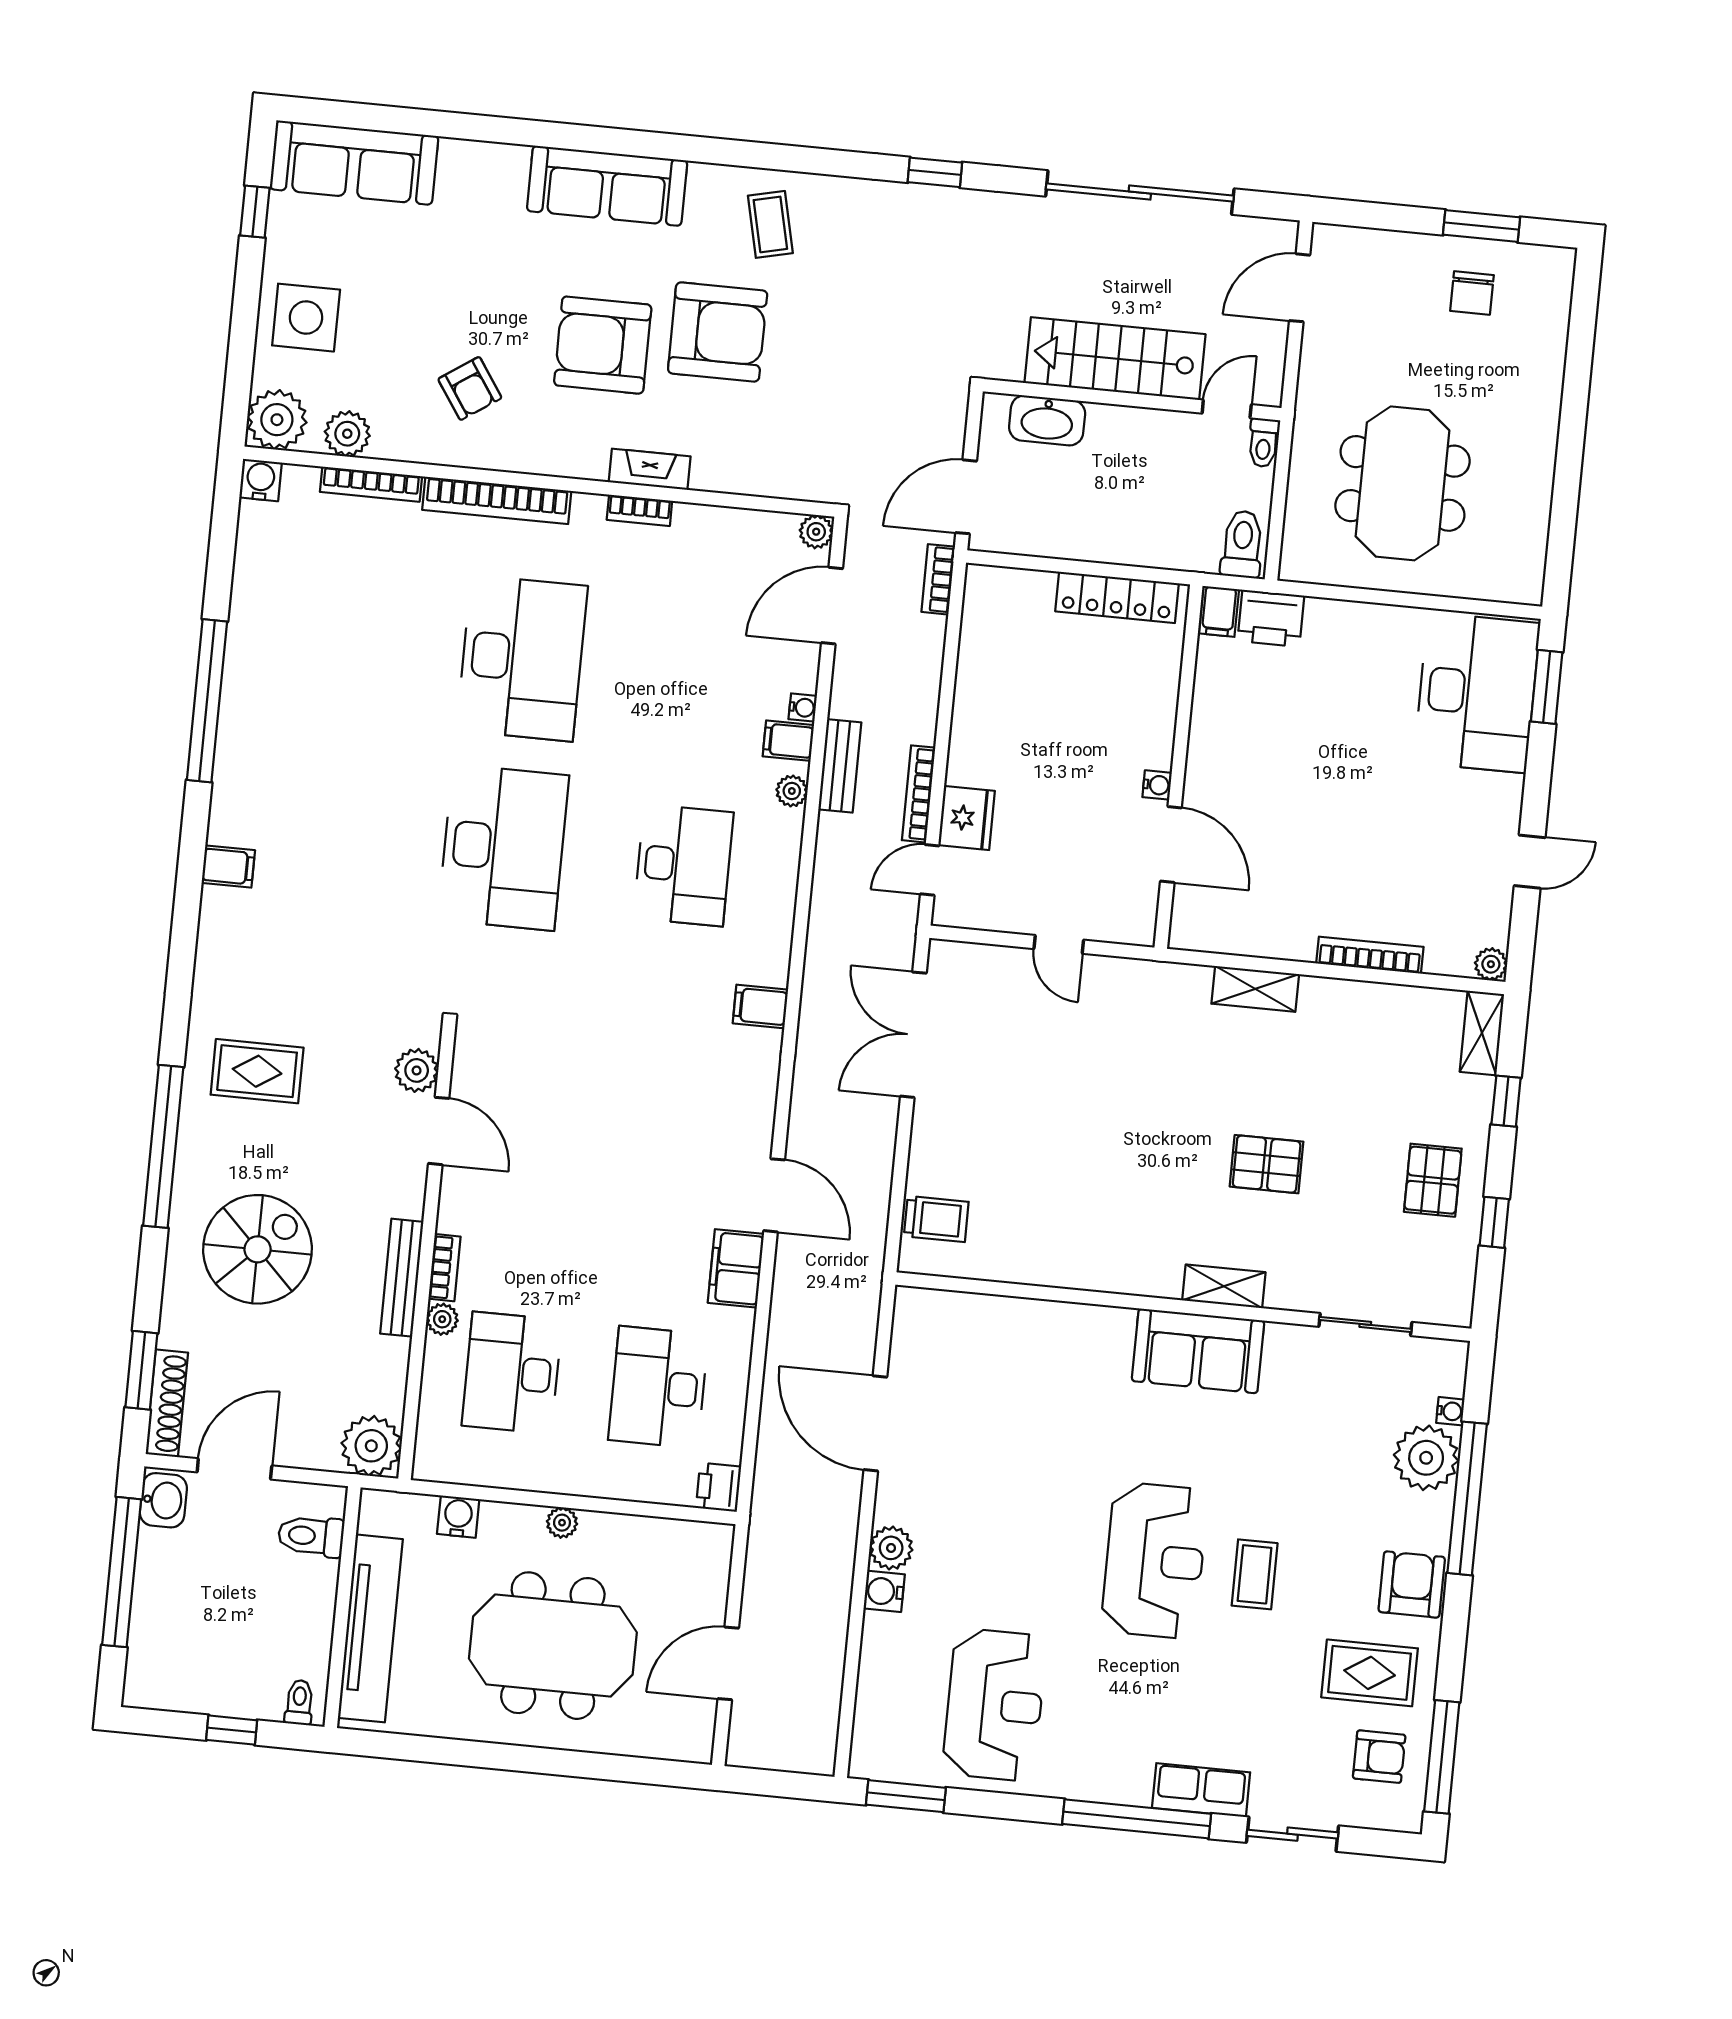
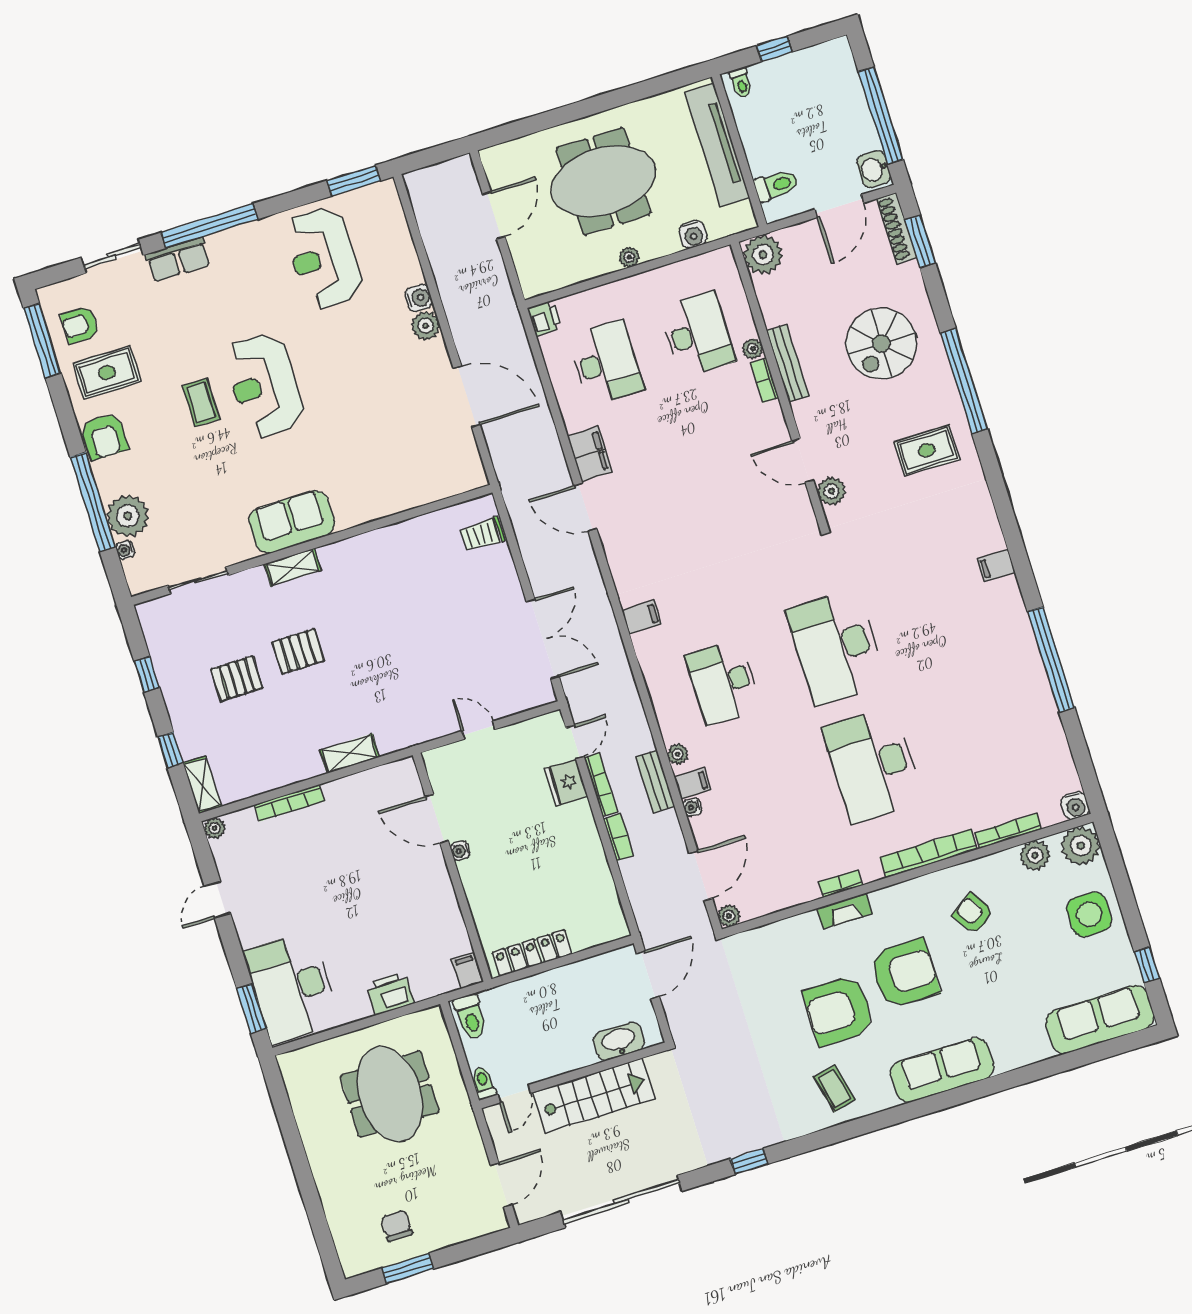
bookcase: (938, 579) -> (618, 837), moved
printer: (1271, 618) -> (390, 993), moved
pallet: (1433, 1180) -> (237, 679), moved, turned 90

